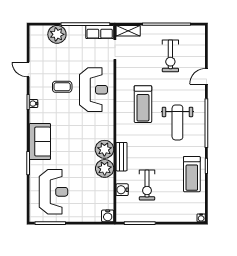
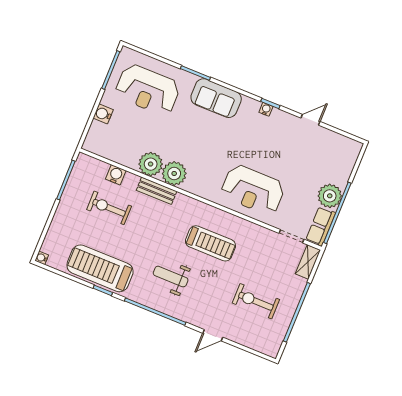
plant: (57, 34) -> (330, 196), moved
door: (206, 76) -> (213, 335), swing flipped
coffee table: (62, 87) -> (272, 153), removed
treadmill: (143, 104) -> (210, 243), turned 180
weight bench: (177, 122) -> (171, 277), width x0.73, depth x0.75
treadmill: (192, 174) -> (100, 268), width x1.37, depth x1.38
water cooler: (108, 216) -> (103, 114), moved

